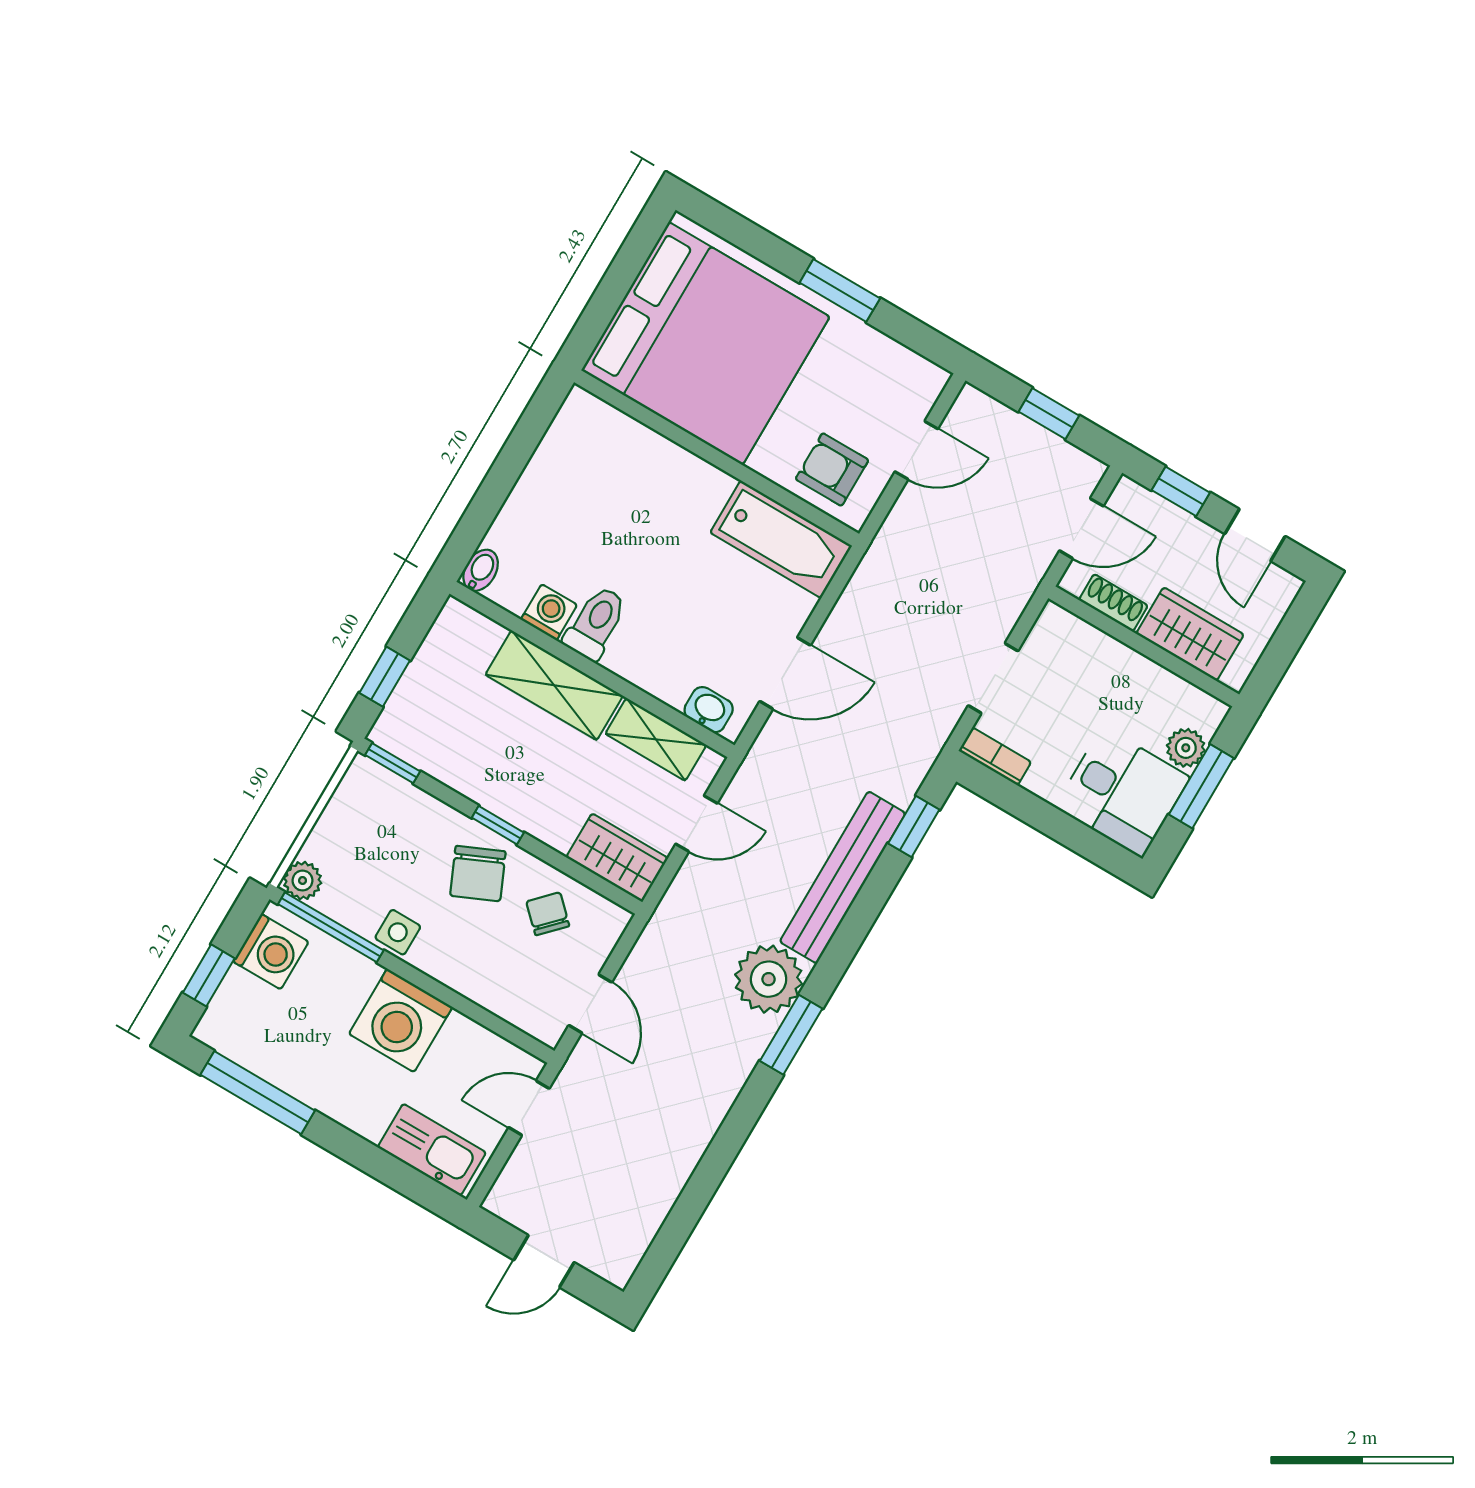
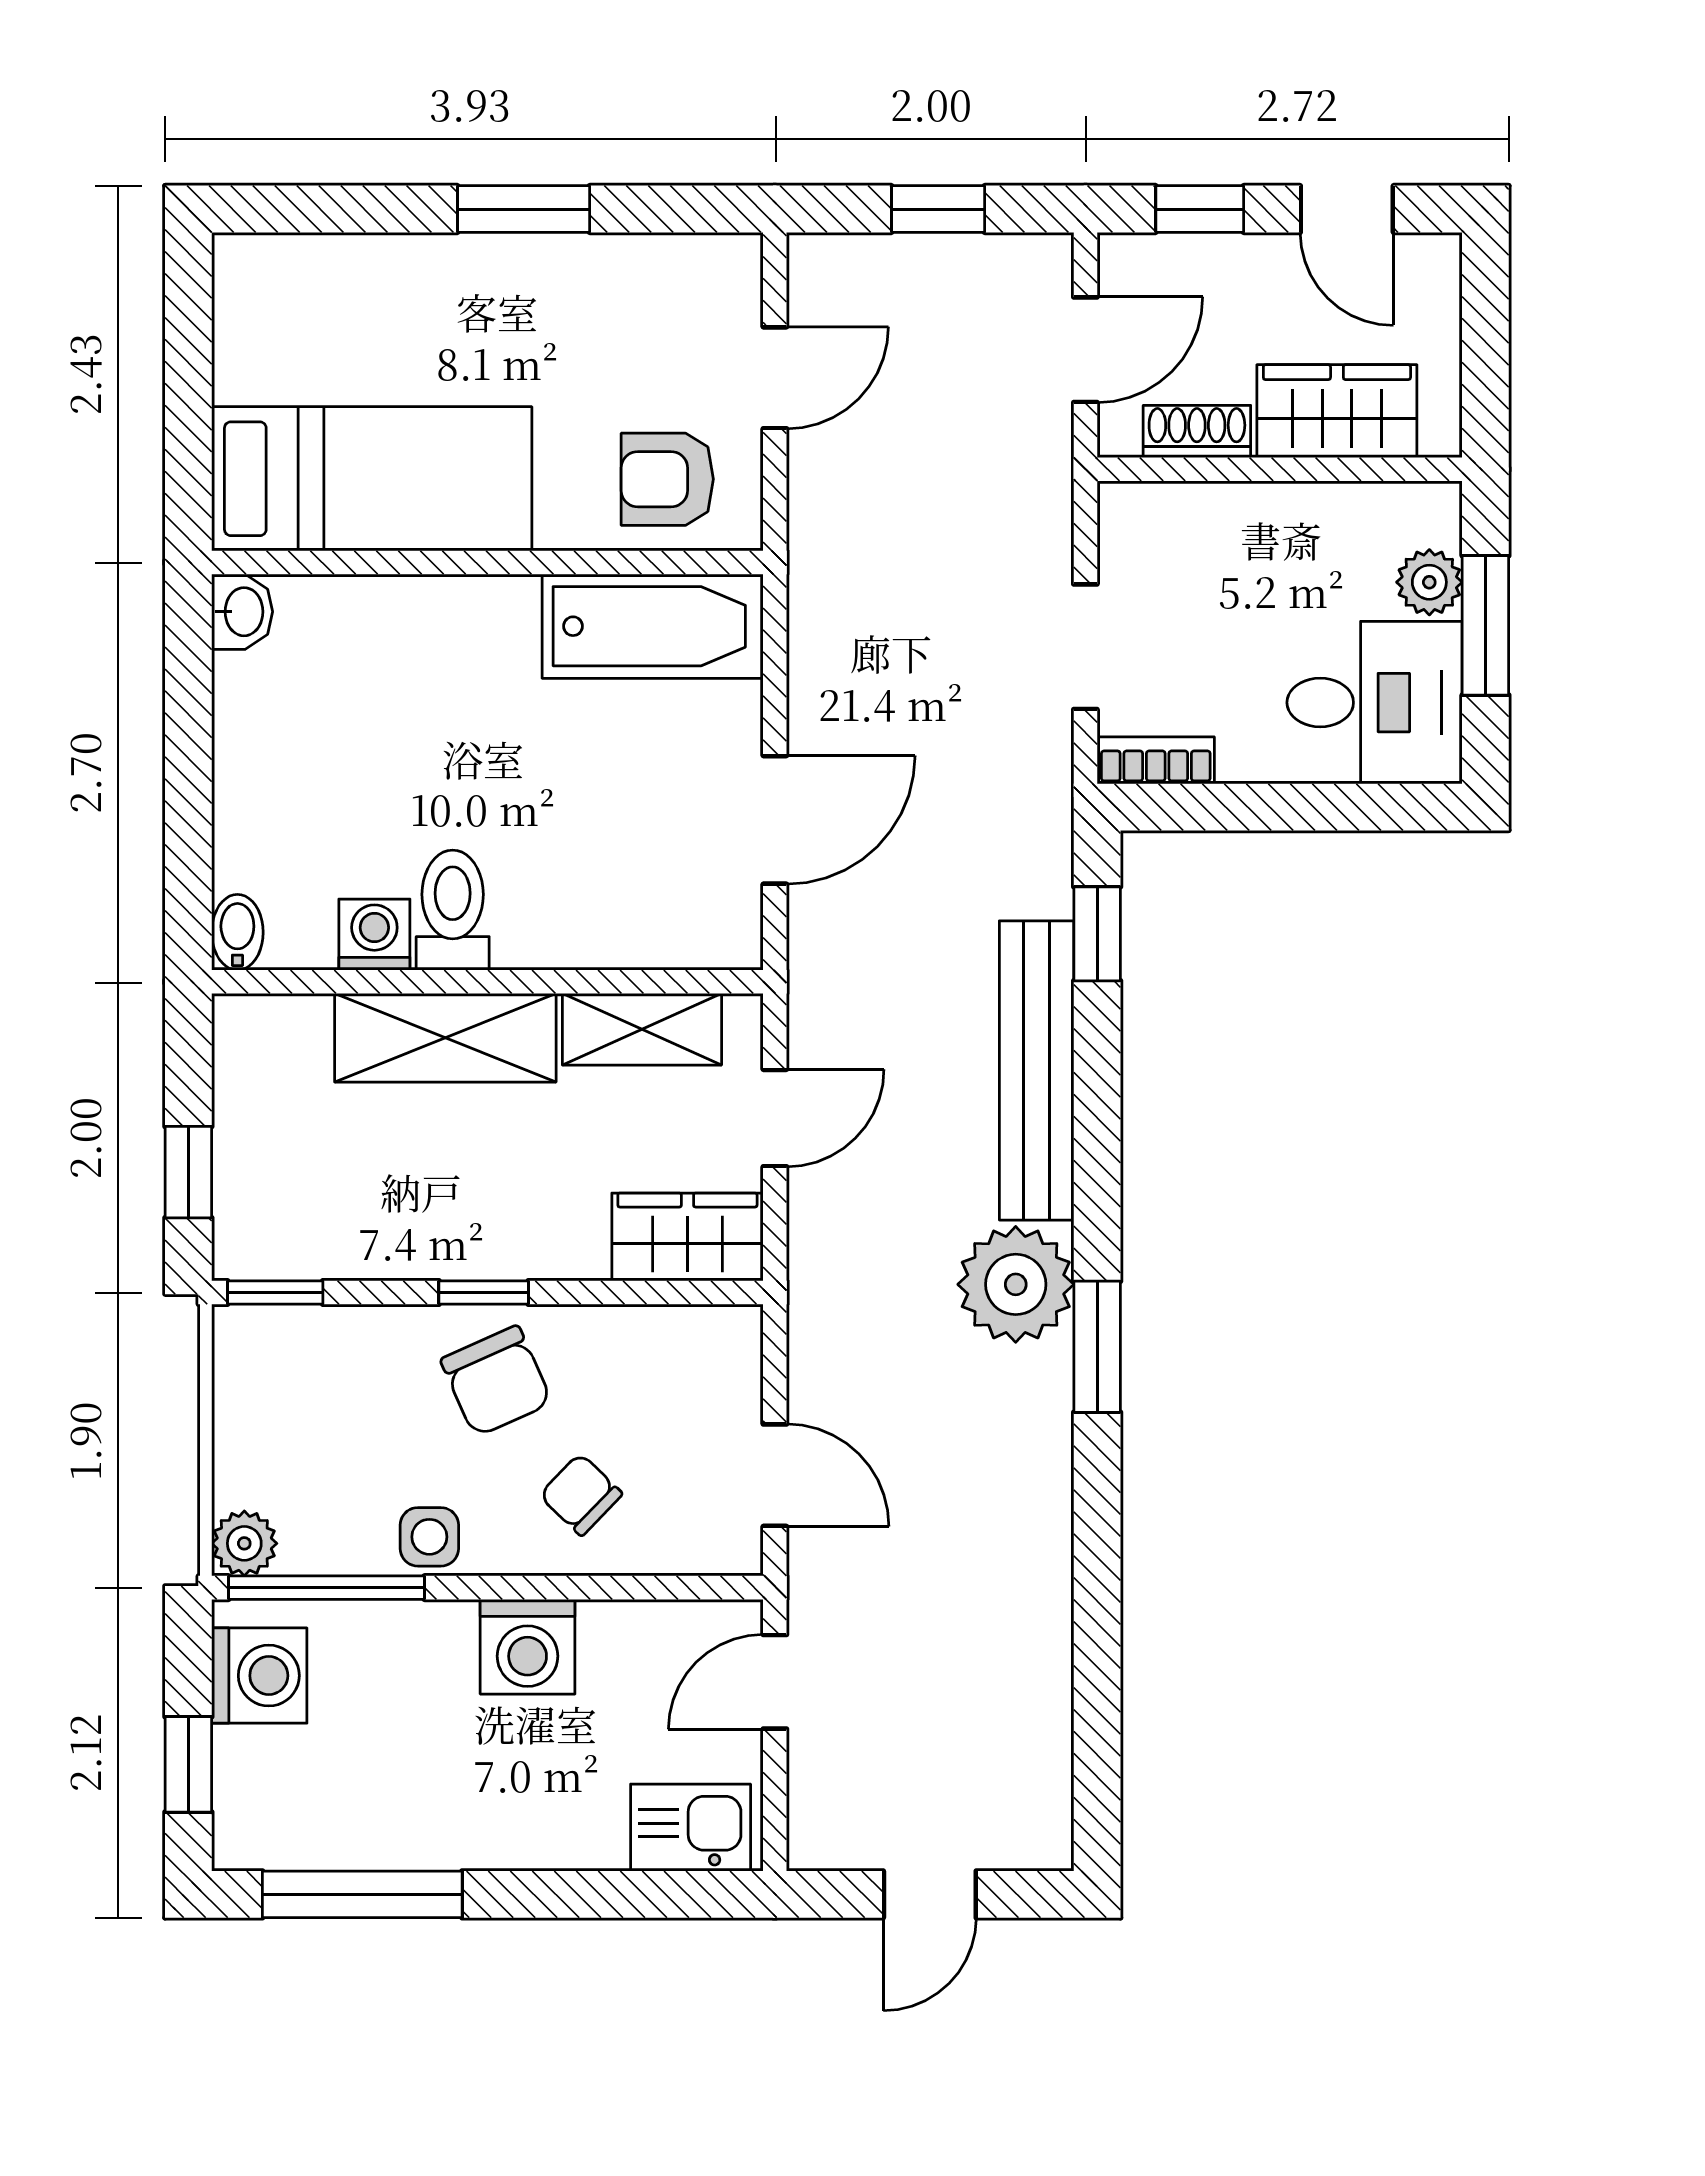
bed: (705, 343) -> (372, 479), width x0.49
washbasin: (709, 710) -> (242, 612), moved, turned 90
chair: (548, 914) -> (581, 1495), moved
washing machine: (401, 1020) -> (528, 1647), width x0.73, depth x0.73
kitchen sink: (432, 1150) -> (691, 1828), width x0.73

